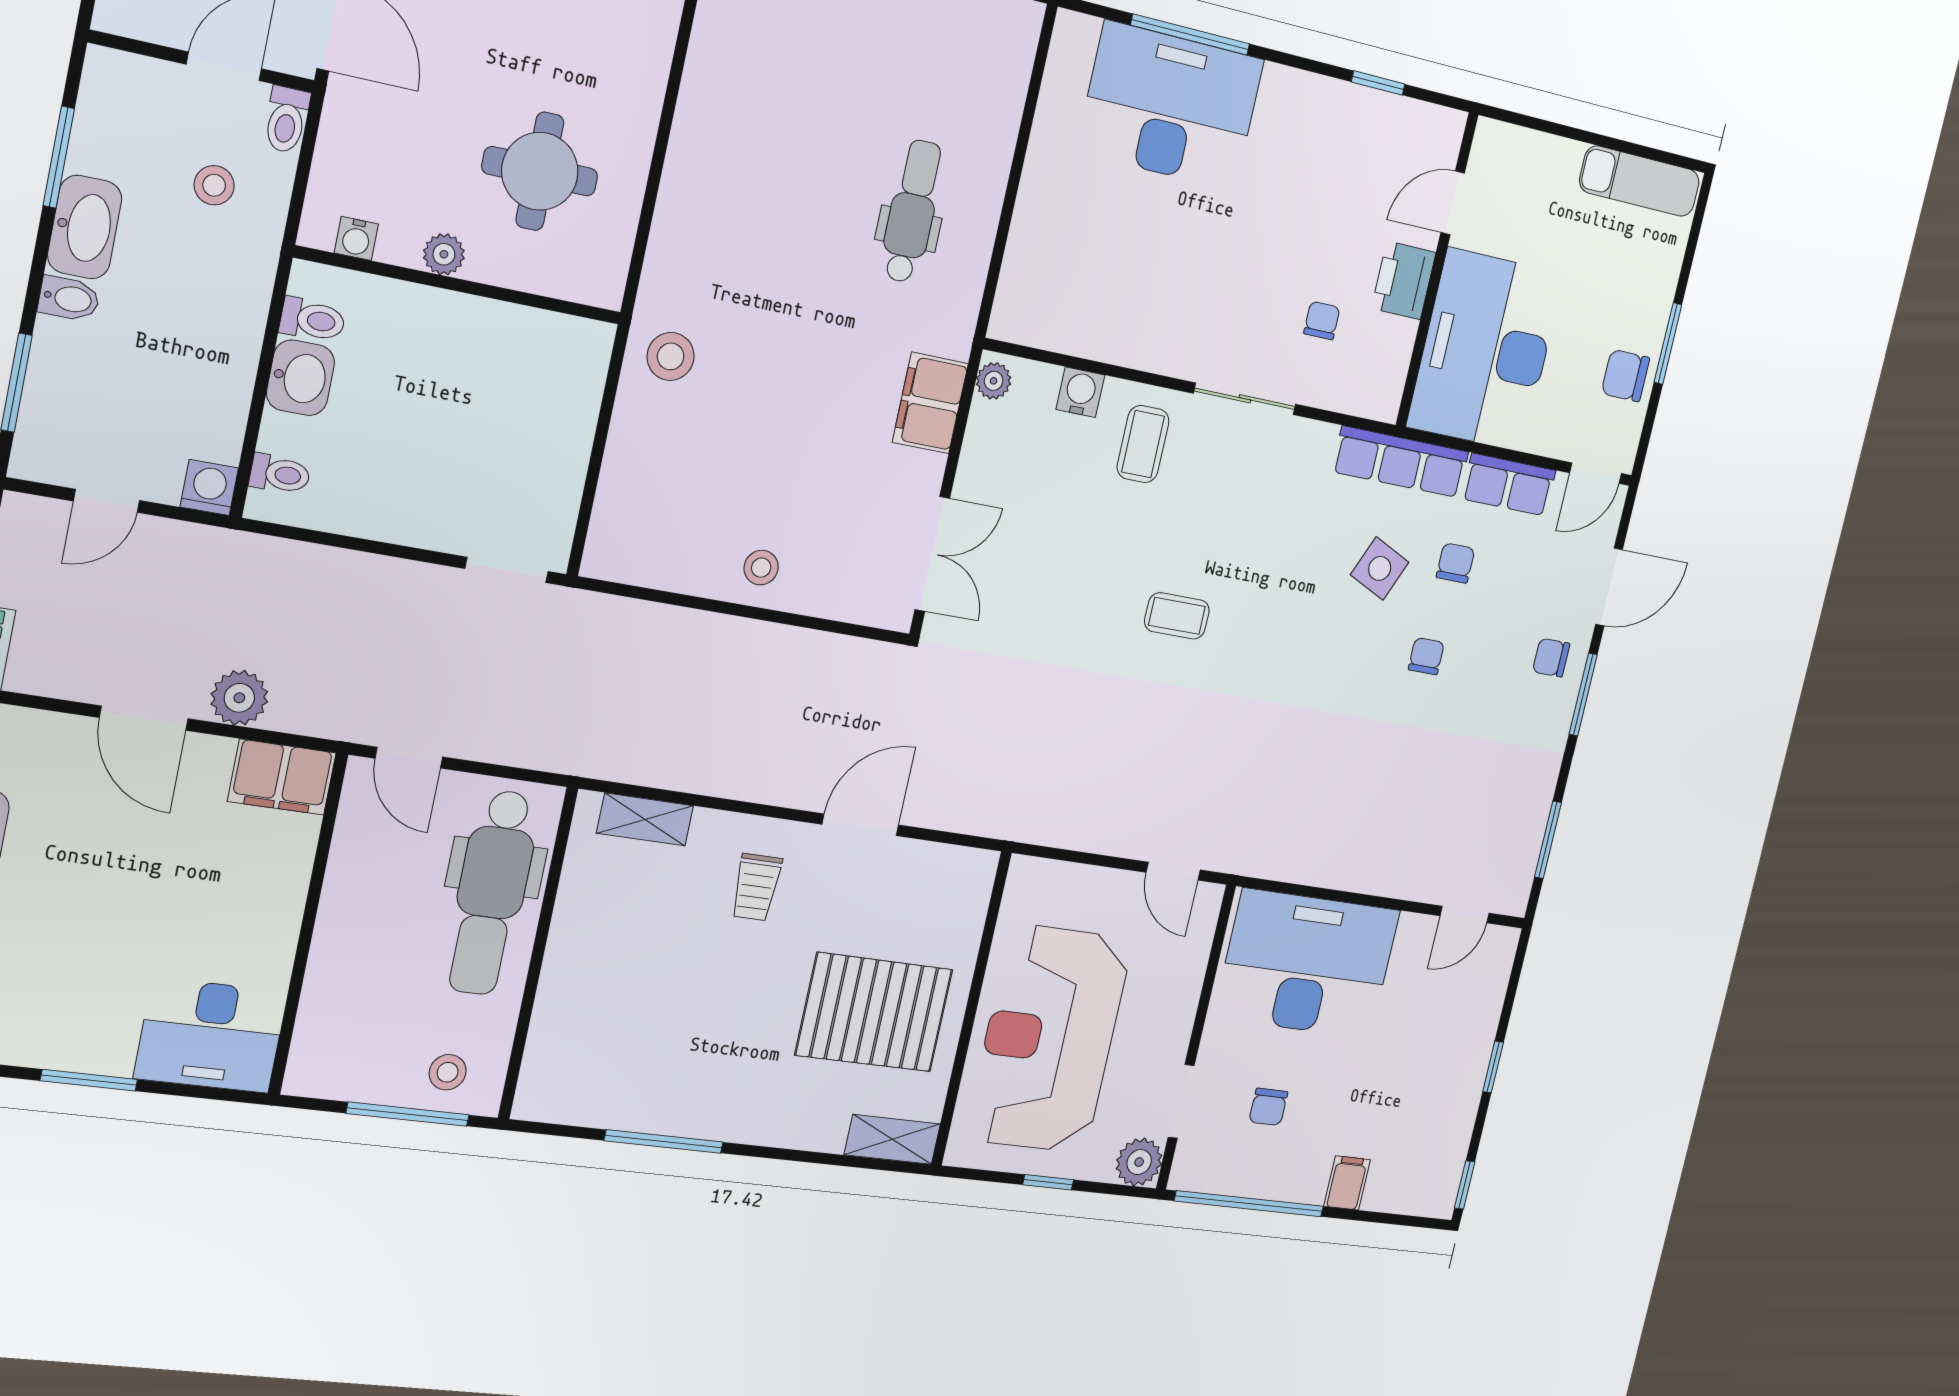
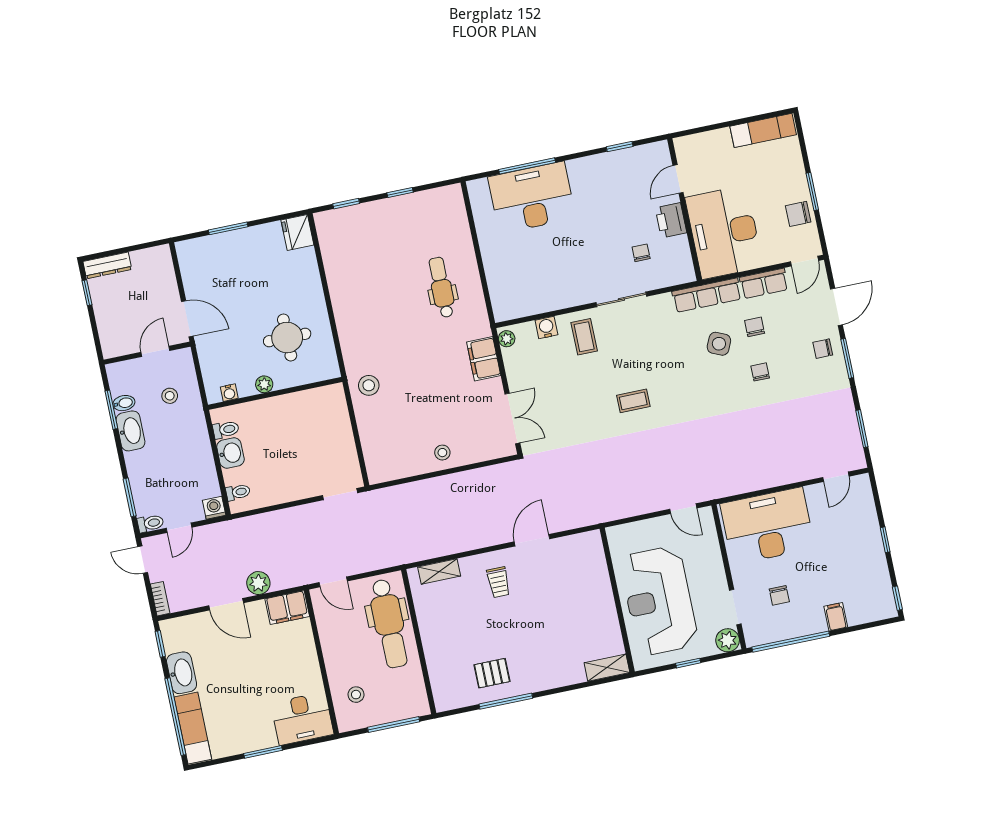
toilet: (286, 120) -> (150, 523), moved, turned -90
bidet: (69, 299) -> (124, 403), moved
pallet: (874, 1012) -> (492, 673), moved, width x0.49, depth x0.50
stool: (448, 1072) -> (356, 695), moved

